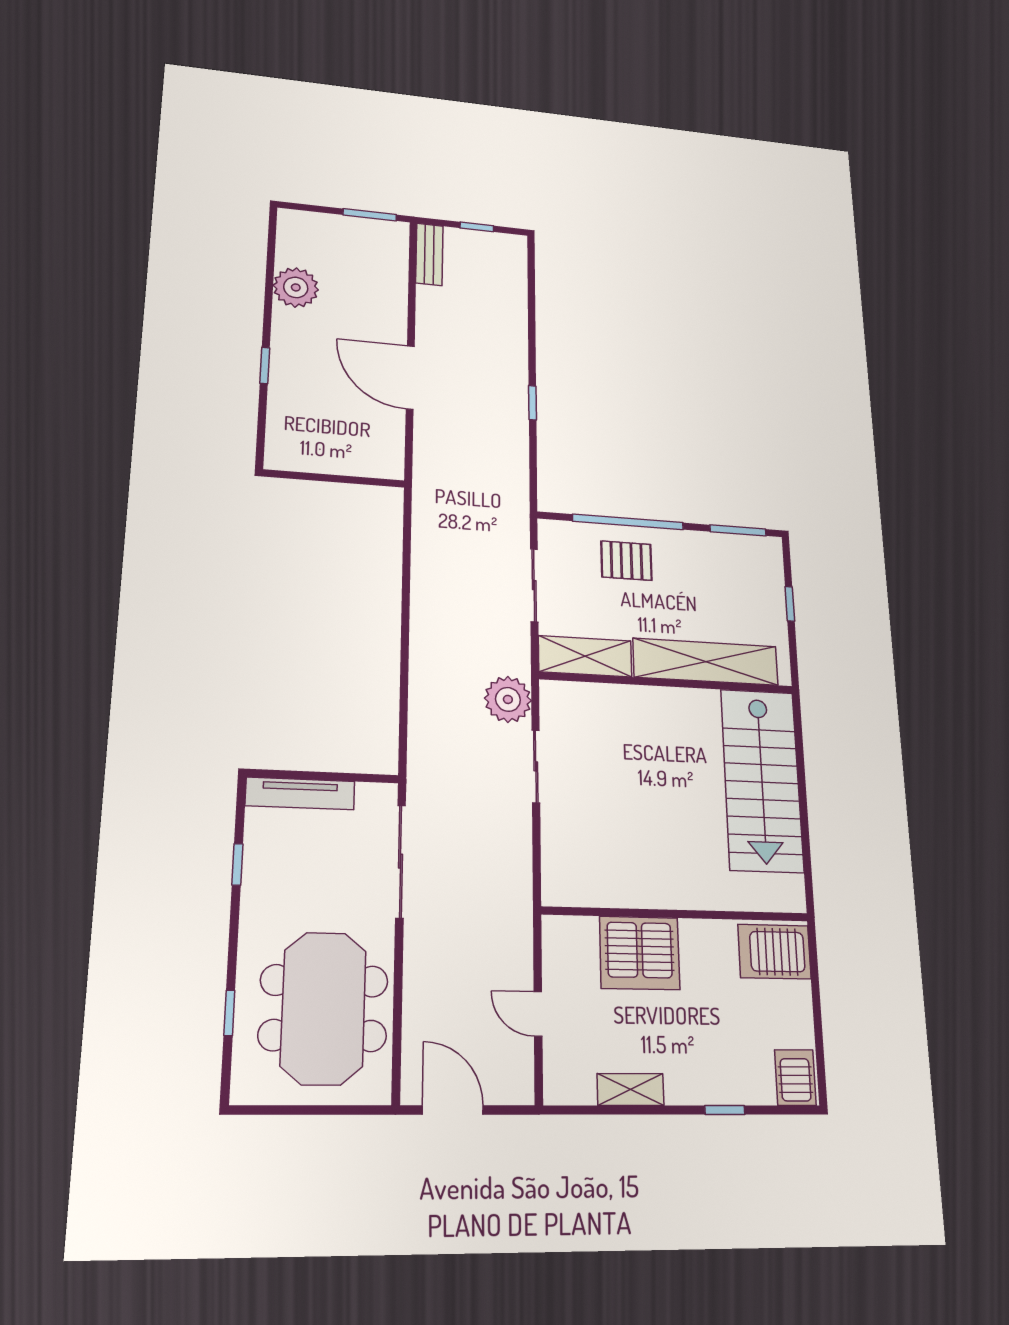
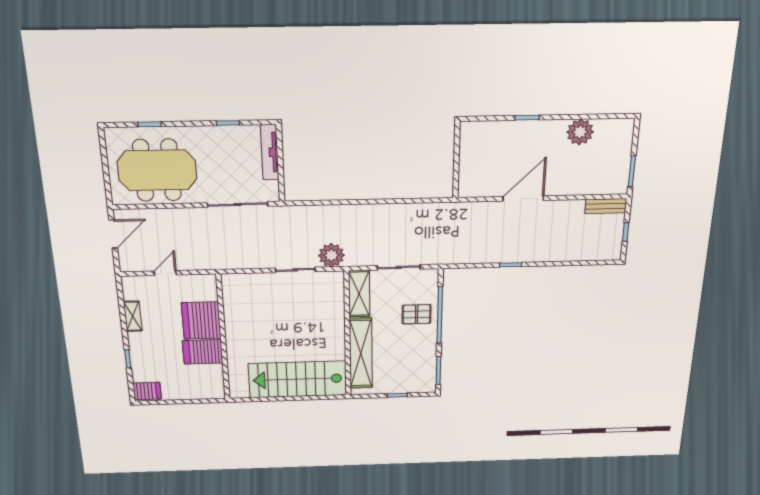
pallet: (626, 561) -> (417, 314), turned 90
server rack: (774, 952) -> (203, 352), moved, turned -90

